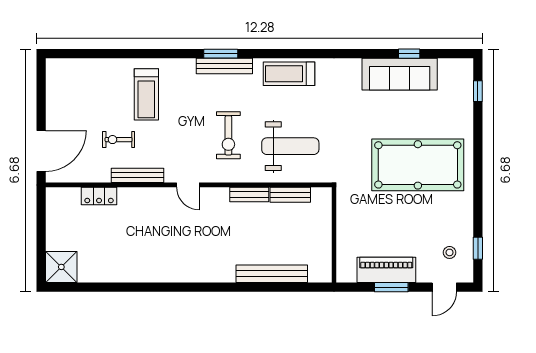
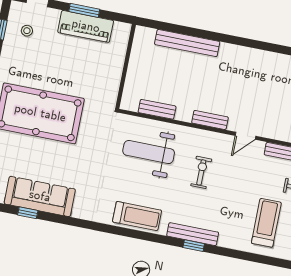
window: (221, 54) -> (194, 246), width x0.67
exercise bike: (228, 135) -> (201, 172), width x0.73, depth x0.72
door: (188, 185) -> (246, 136), swing flipped
bench: (249, 194) -> (210, 120), moved

